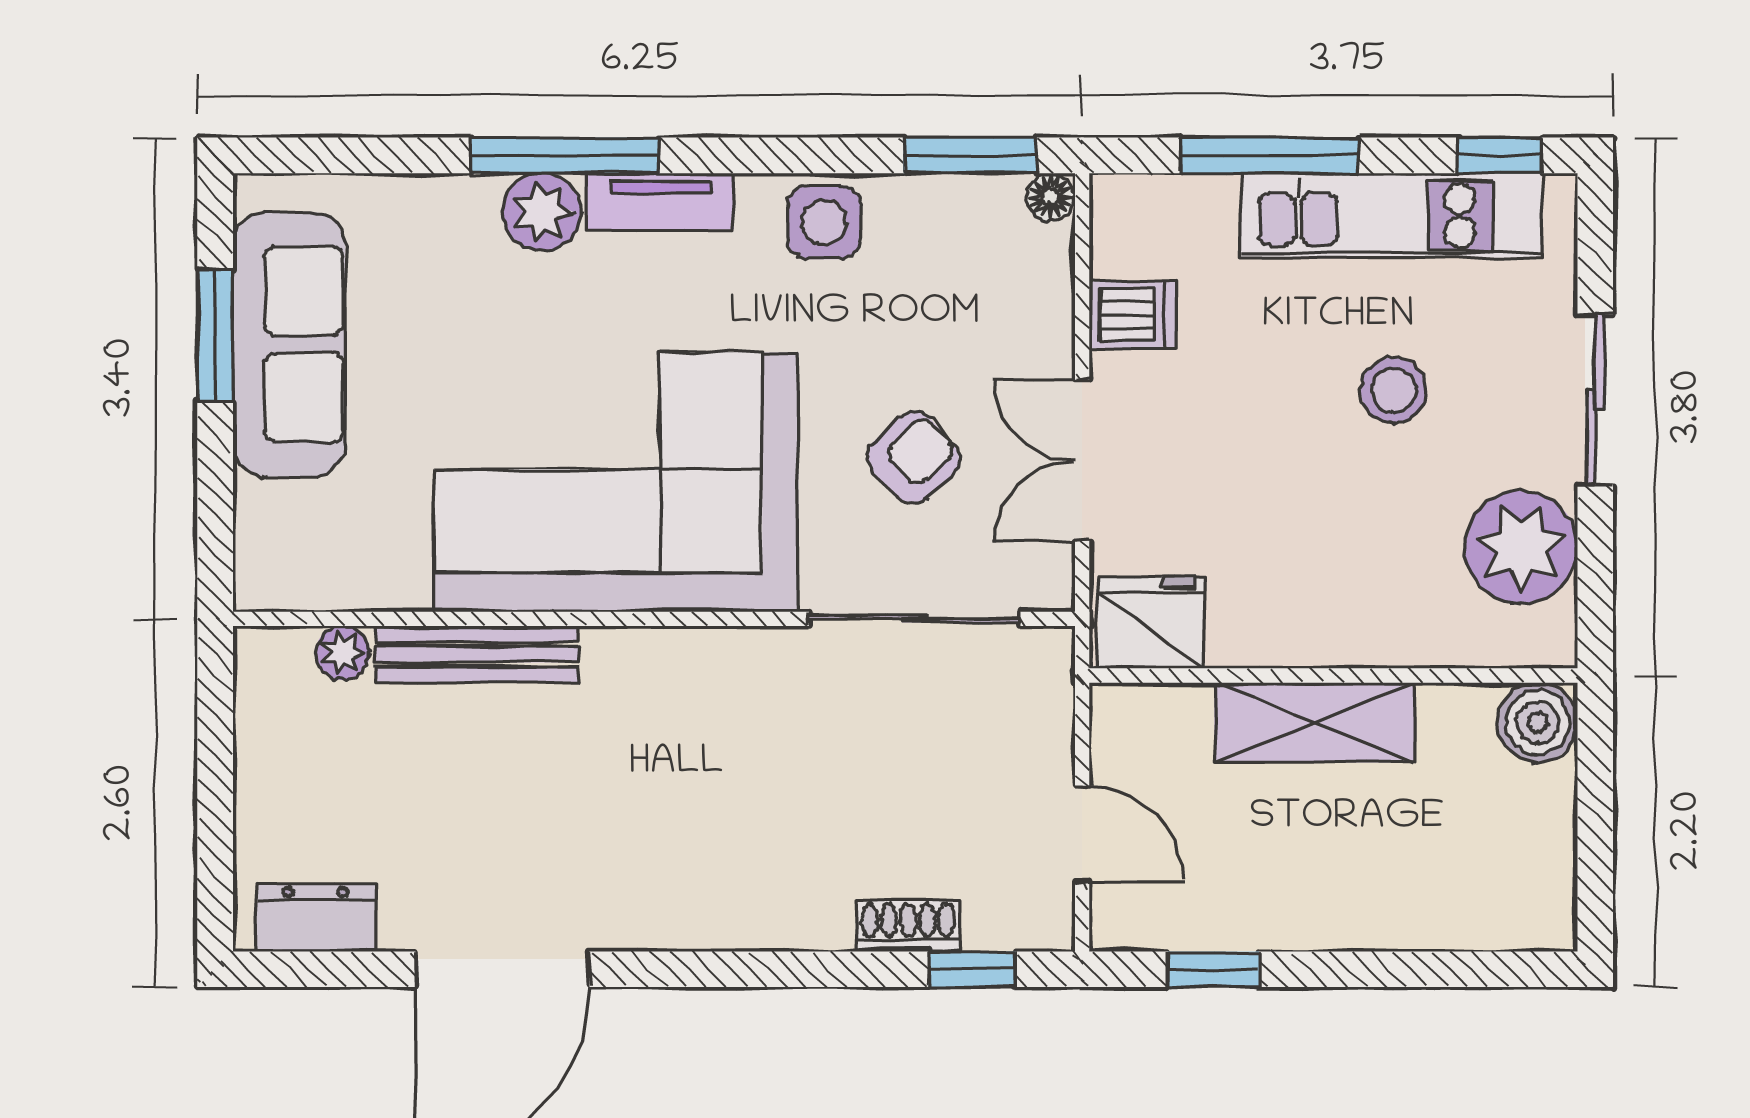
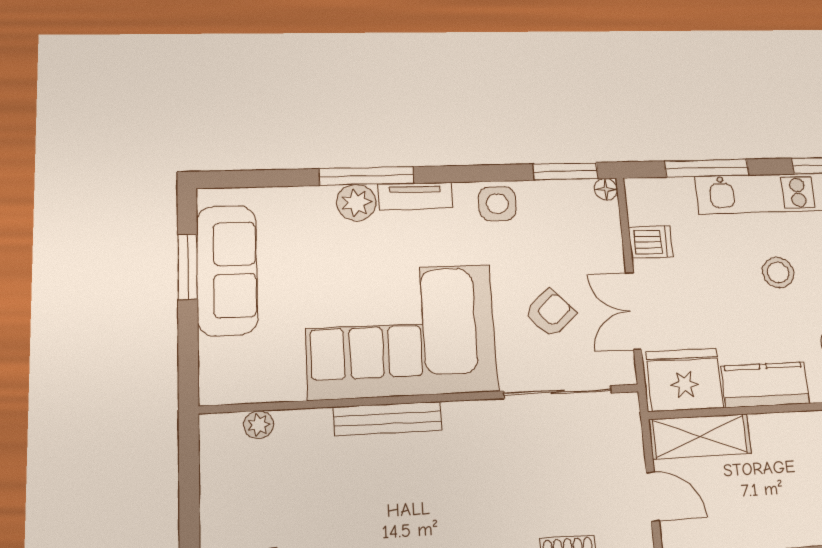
fridge: (1151, 623) -> (684, 380), width x1.36, depth x1.34
kitchen counter: (1335, 625) -> (765, 385), added
bench: (477, 654) -> (388, 419), moved
shelving: (1314, 723) -> (700, 436), moved

